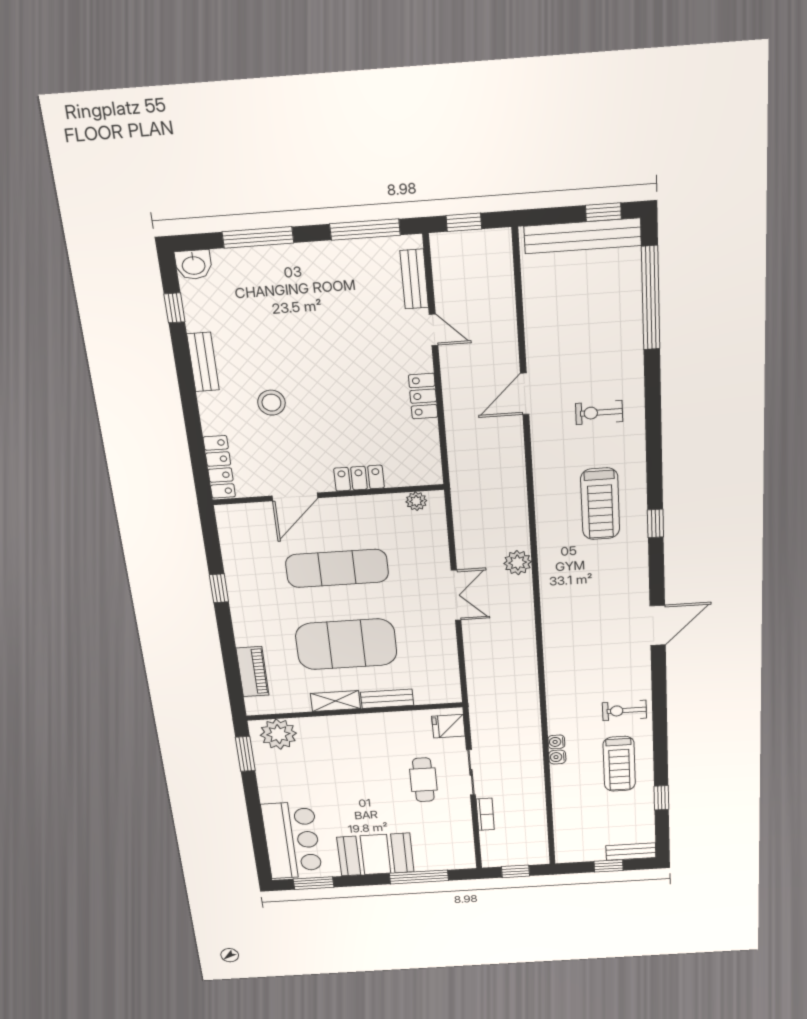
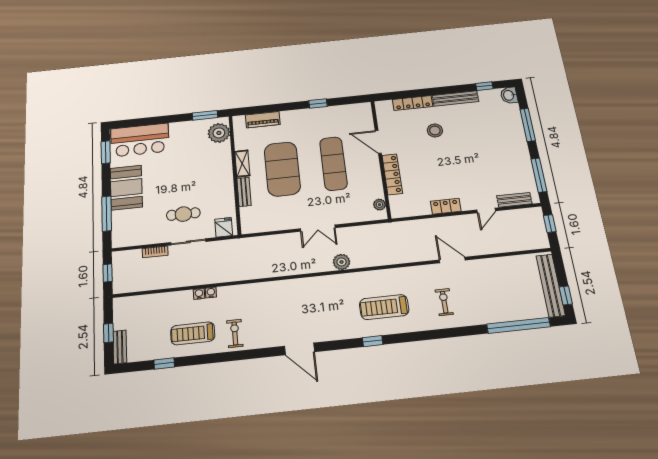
bench: (203, 362) -> (455, 98), width x1.36
locker: (219, 467) -> (413, 103), moved
locker: (359, 478) -> (392, 174), width x1.53

